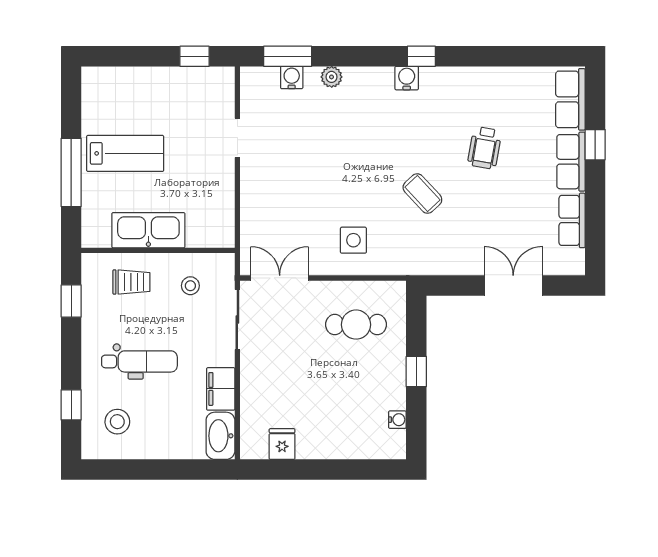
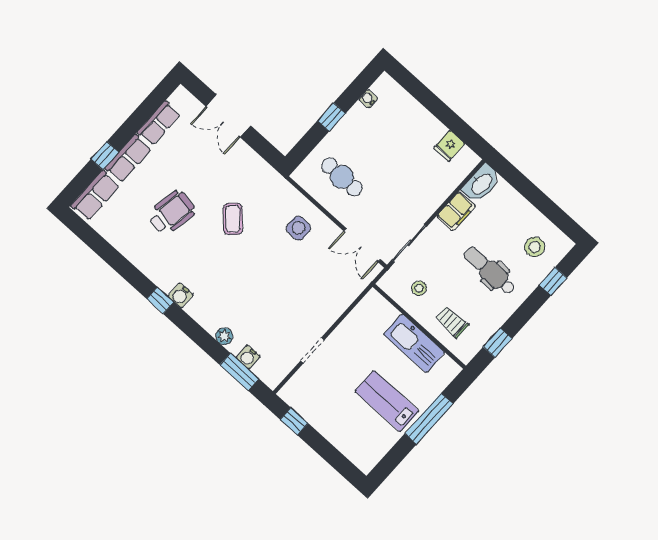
wheelchair: (485, 148) -> (172, 213), width x1.36, depth x1.37

